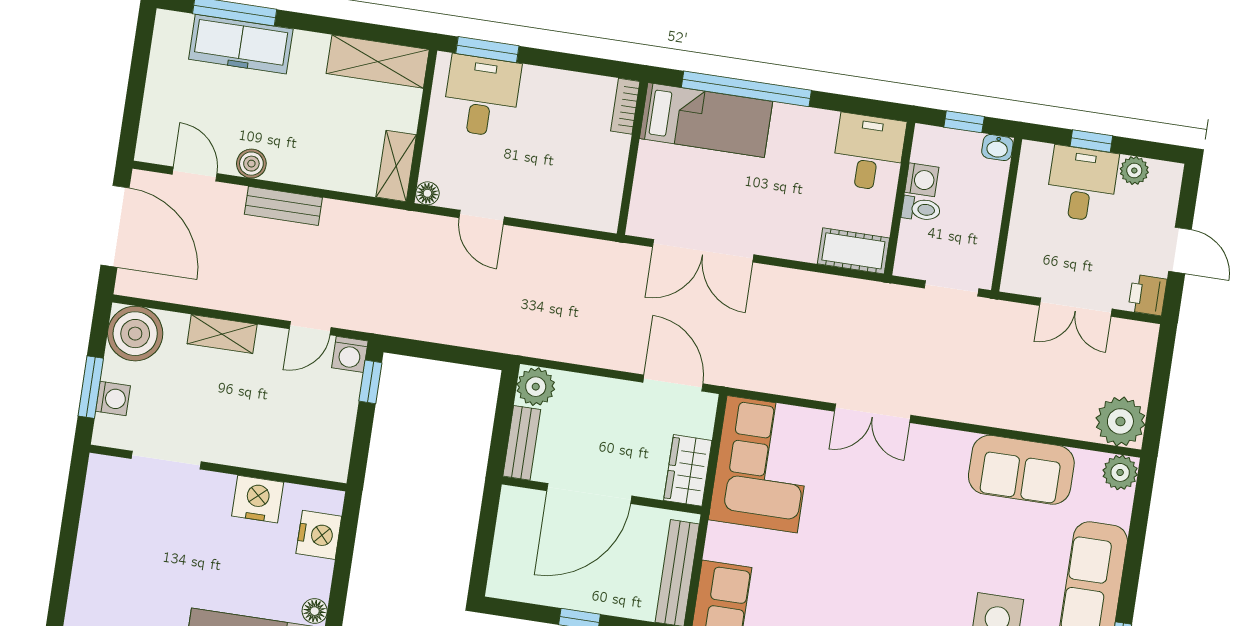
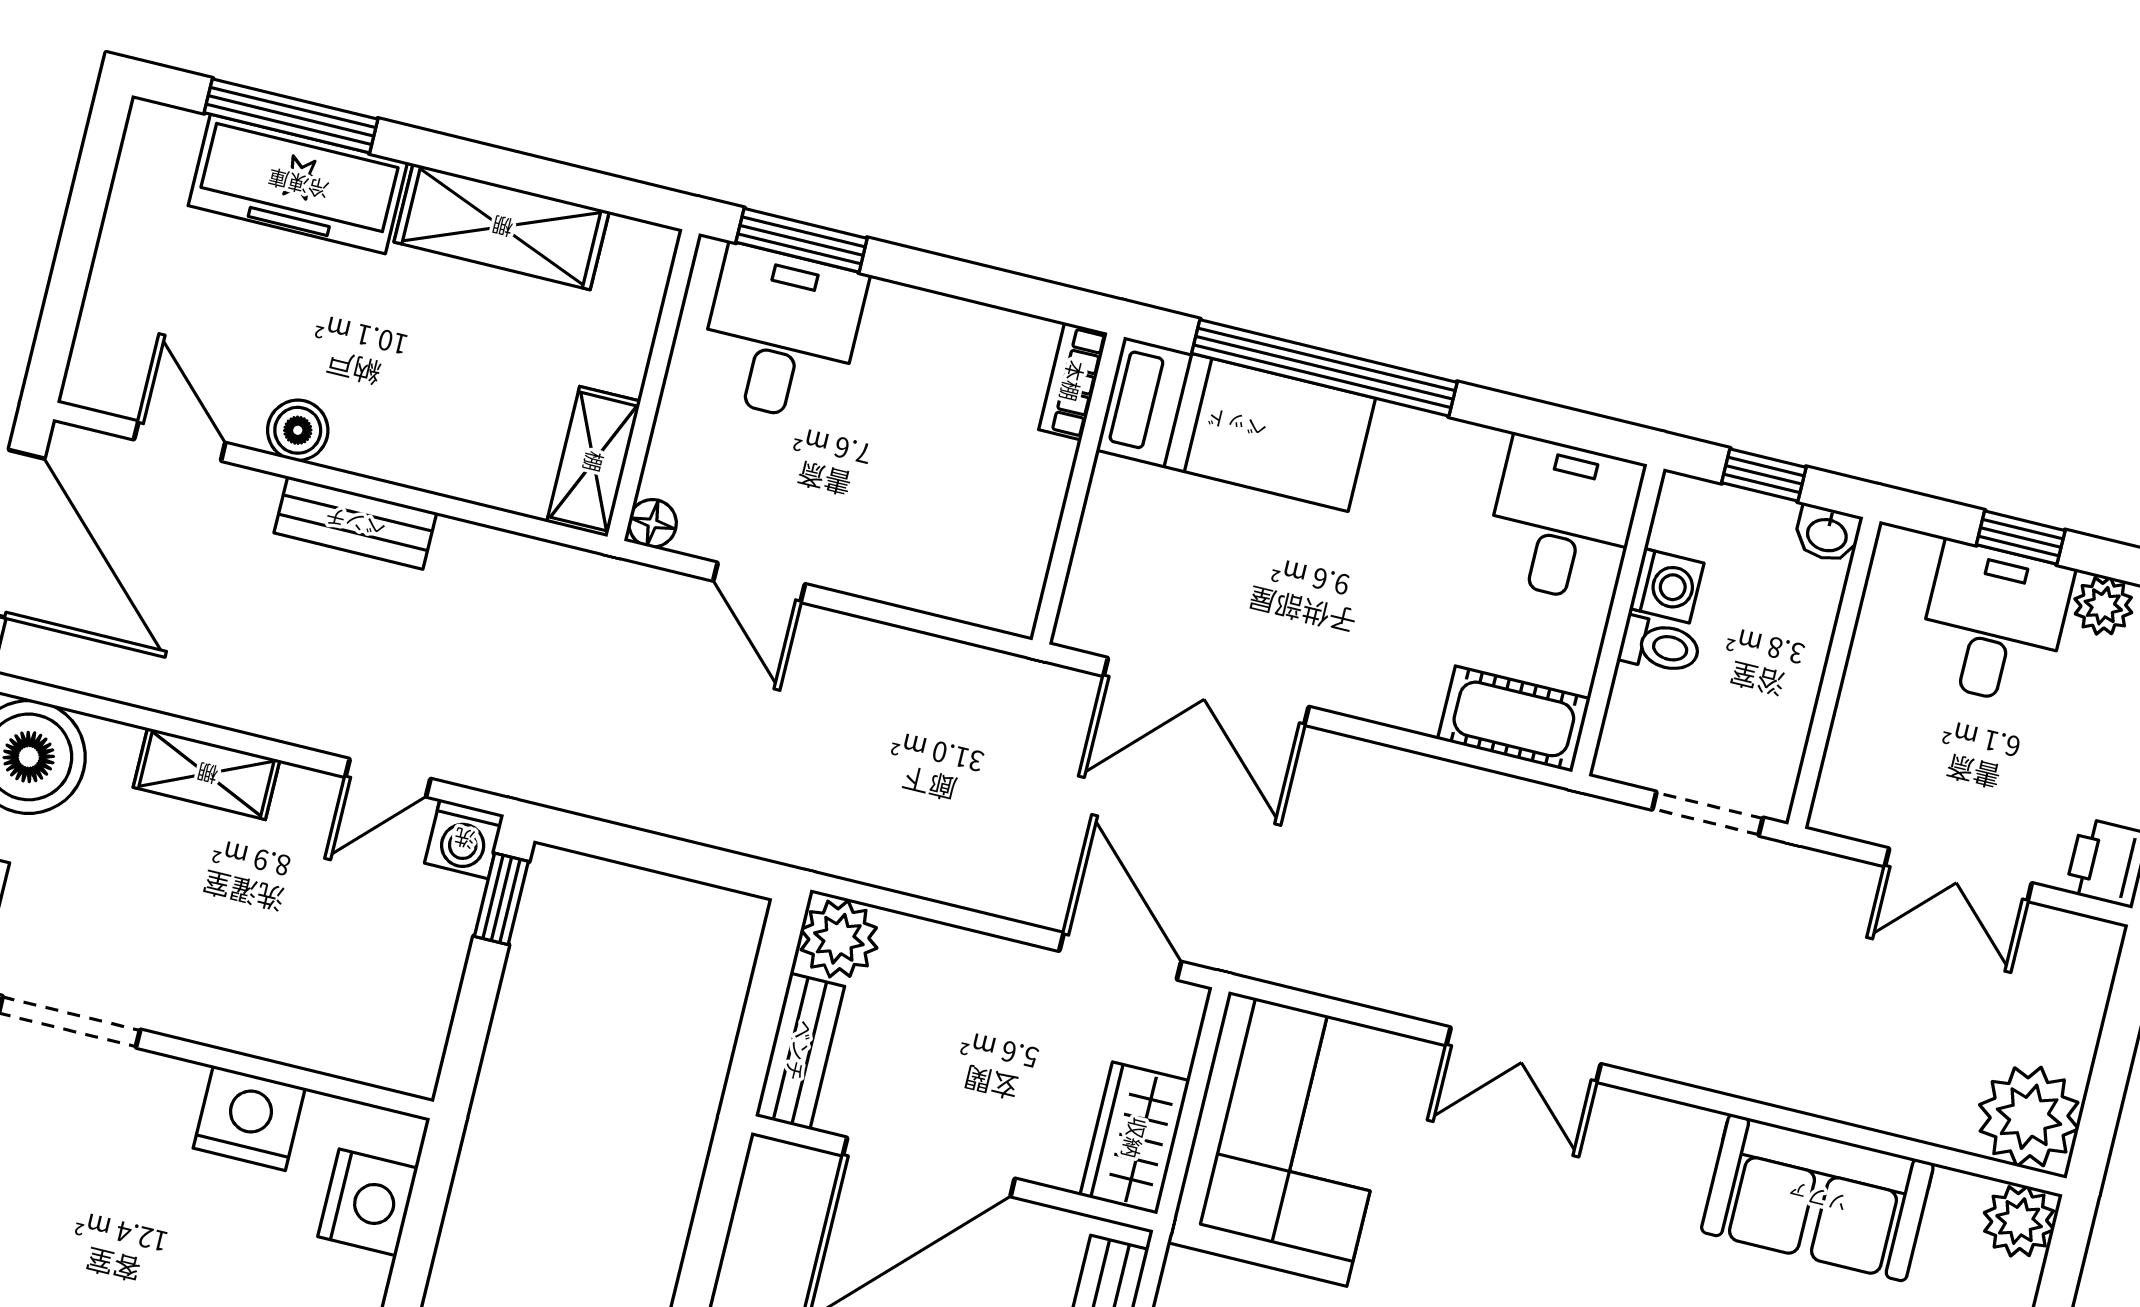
shelving: (378, 62) -> (502, 227), moved

